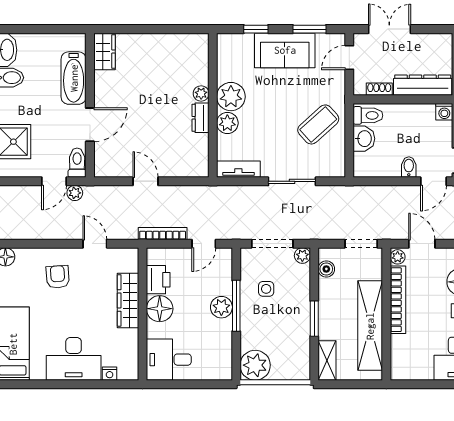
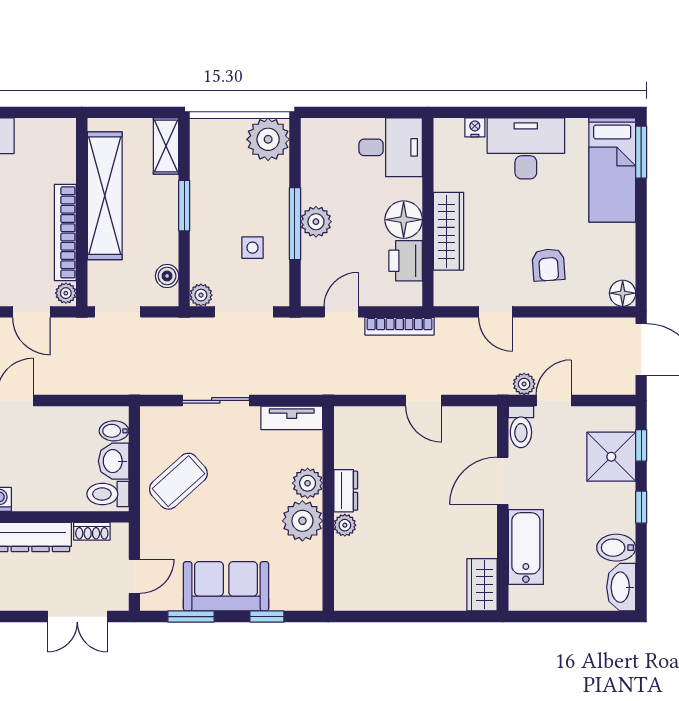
bidet: (409, 167) -> (114, 431), moved, turned 90

